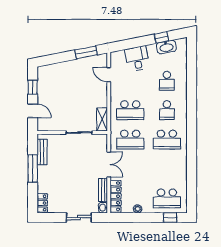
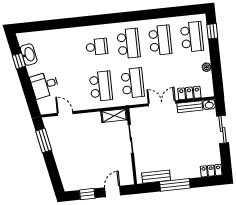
door: (109, 75) -> (65, 114), swing flipped
school desk: (167, 81) -> (160, 40), moved, width x1.85
locker: (116, 196) -> (189, 93), width x0.66

